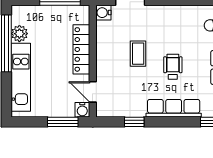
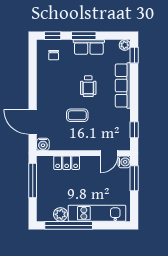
locker: (81, 49) -> (67, 163), width x0.66
wheelchair: (173, 67) -> (88, 86), turned -90
window: (134, 122) -> (134, 130), moved

